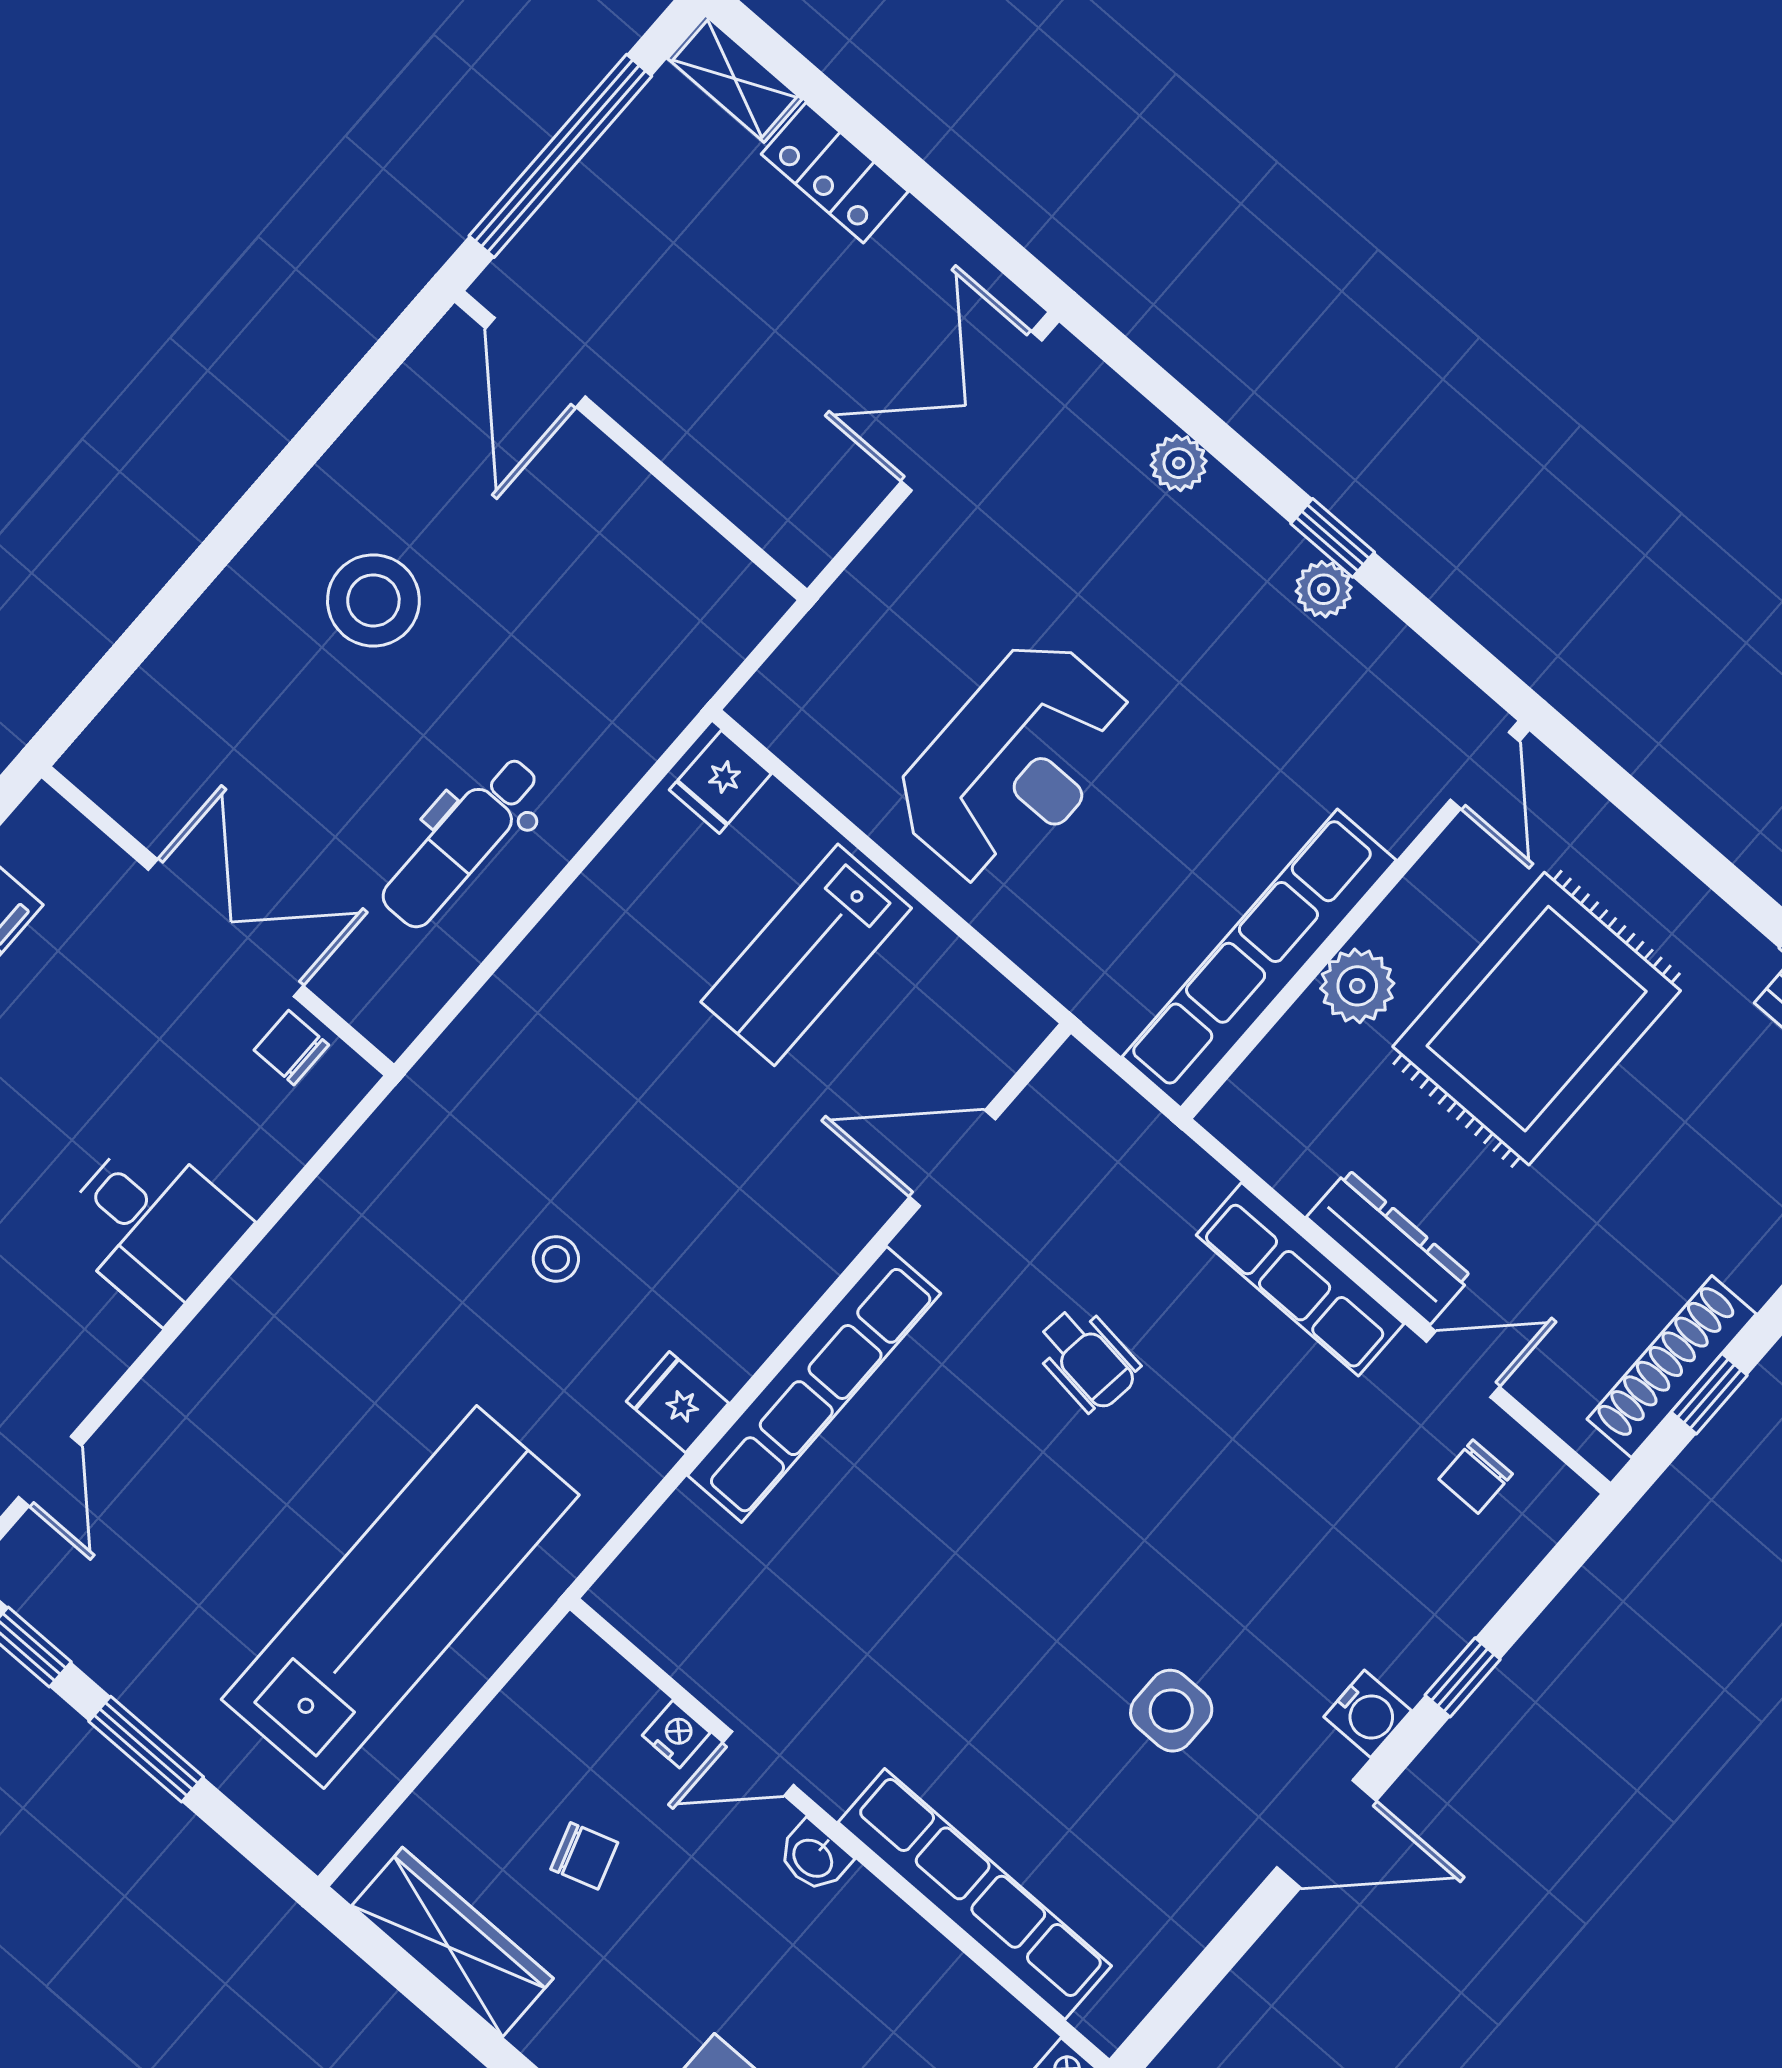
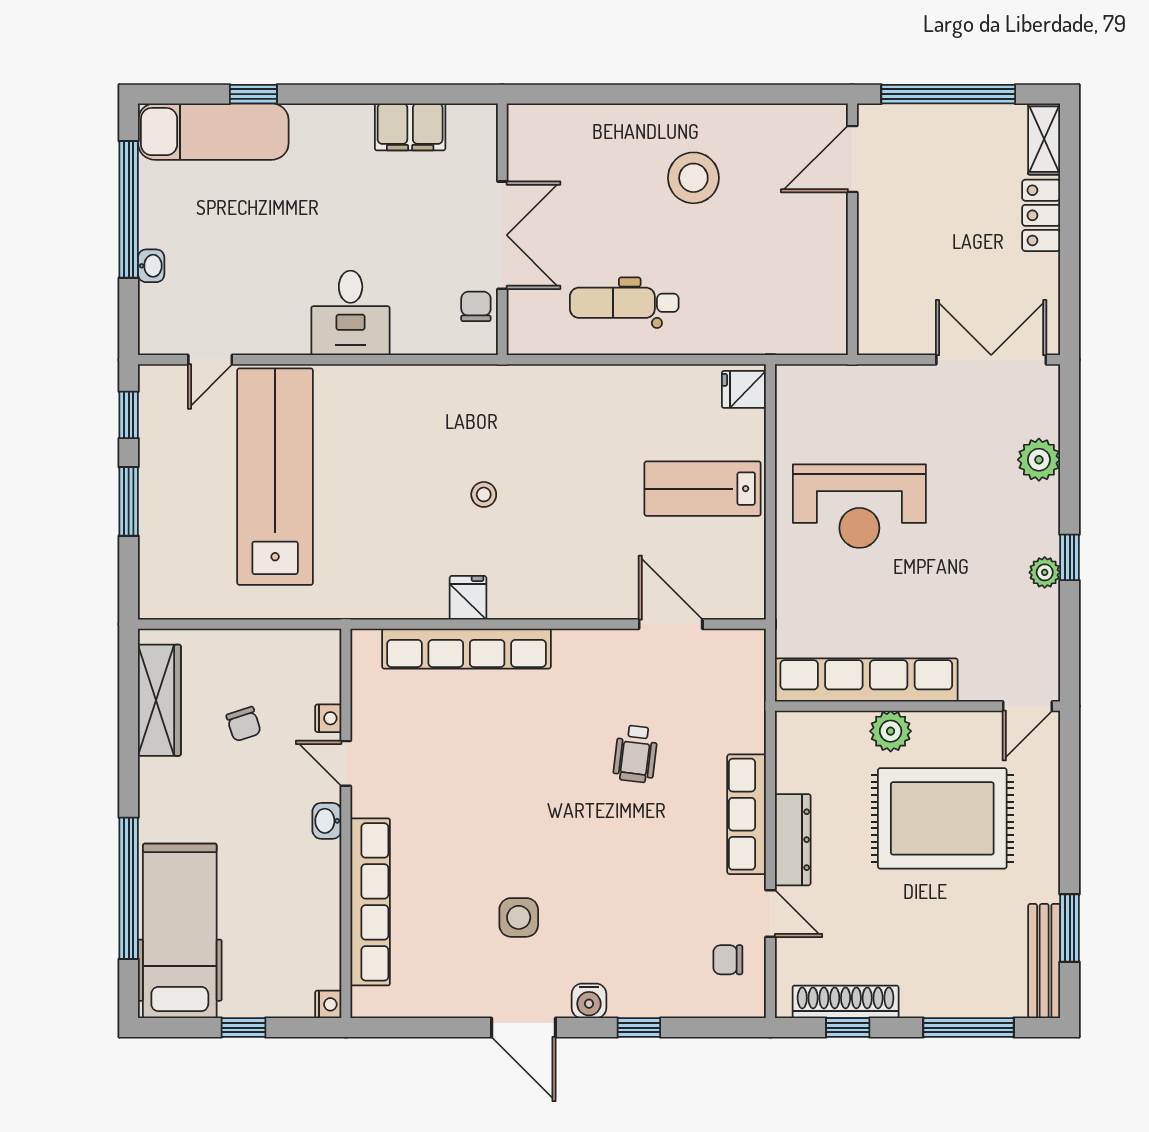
plant: (1179, 463) -> (1039, 460), width x1.38, depth x1.38
row of seats: (814, 1384) -> (466, 649), moved
lab bench: (400, 1597) -> (275, 477), moved, turned -90

